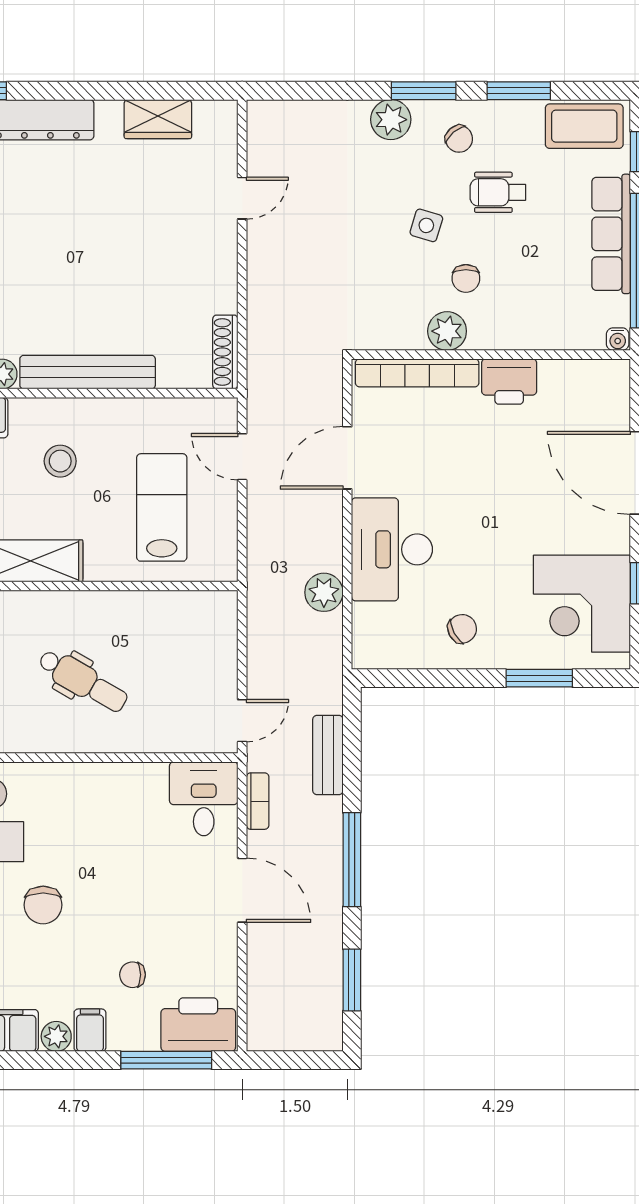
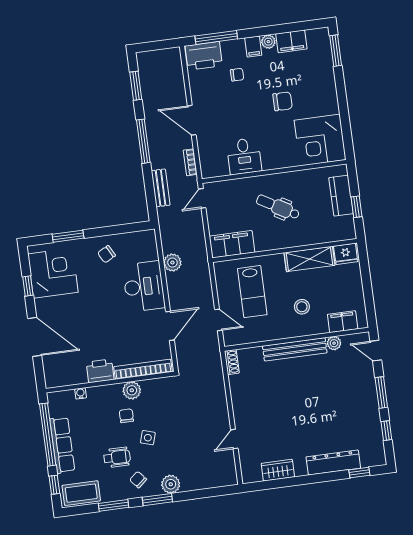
water cooler: (618, 339) -> (81, 393), moved
shoe rack: (225, 352) -> (232, 362), width x0.70
filing cabinet: (192, 614) -> (232, 244), added
desk: (204, 799) -> (244, 156), moved
chair: (43, 905) -> (283, 101), turned 90

